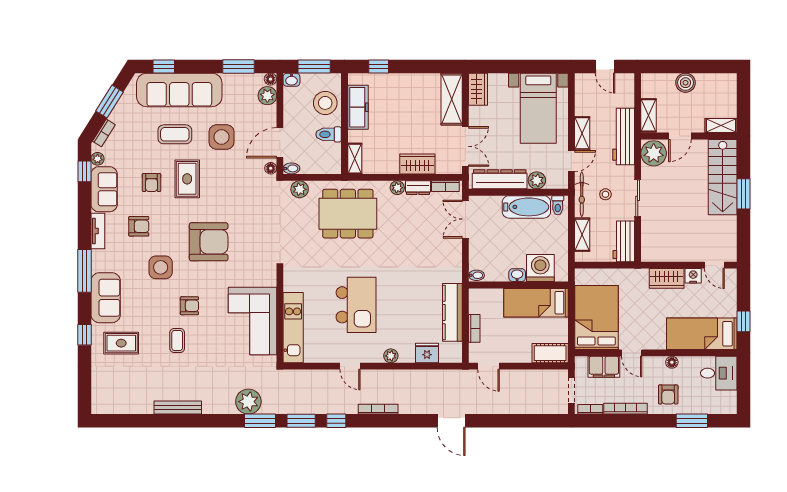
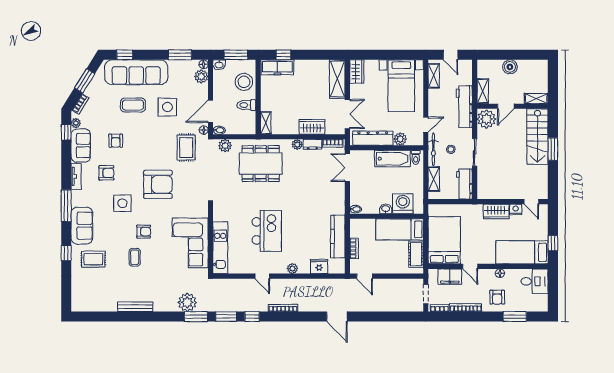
freezer: (358, 107) -> (277, 67), moved, turned 90
shelving: (582, 133) -> (434, 76), moved
rug: (187, 179) -> (186, 147), moved
cot: (550, 353) -> (416, 254), moved, turned 90

